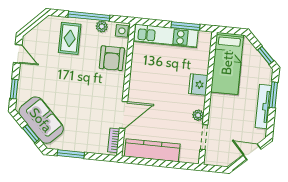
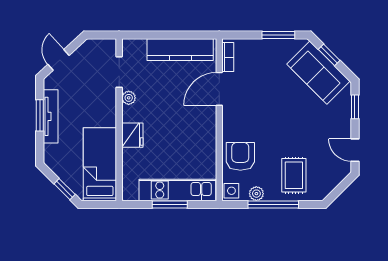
window: (185, 26) -> (170, 204), moved
window: (266, 55) -> (65, 189), moved
window: (273, 95) -> (40, 115), moved
door: (252, 152) -> (59, 60), swing flipped

